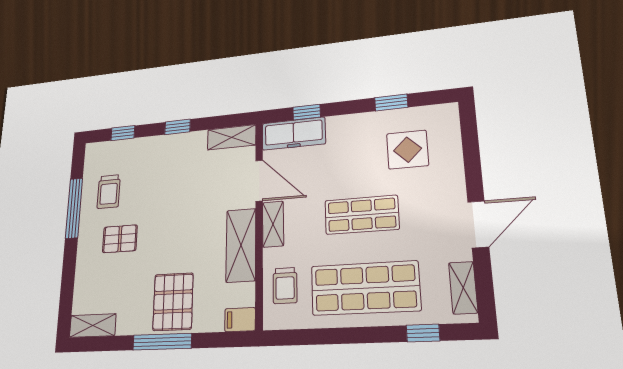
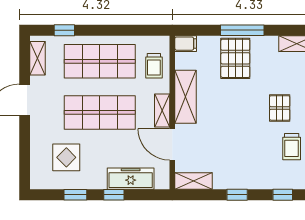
window: (307, 112) -> (114, 195), moved
freezer: (294, 134) -> (131, 179), moved
trolley: (109, 192) -> (292, 147), turned 180
shop shelf: (362, 215) -> (100, 112), width x1.43, depth x1.36
pallet: (120, 239) -> (280, 108), turned 90
trolley: (285, 286) -> (154, 66), turned 180

